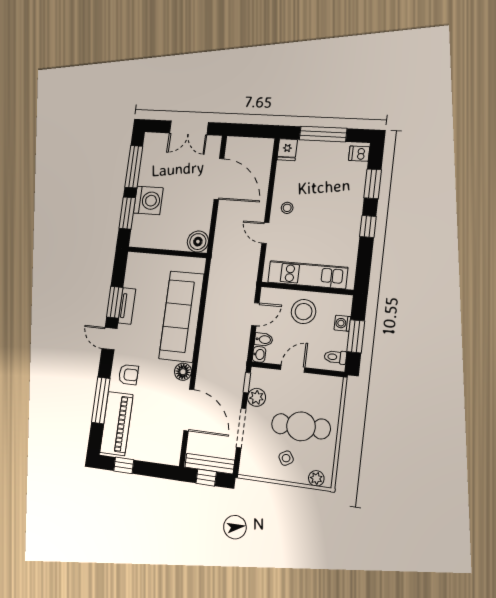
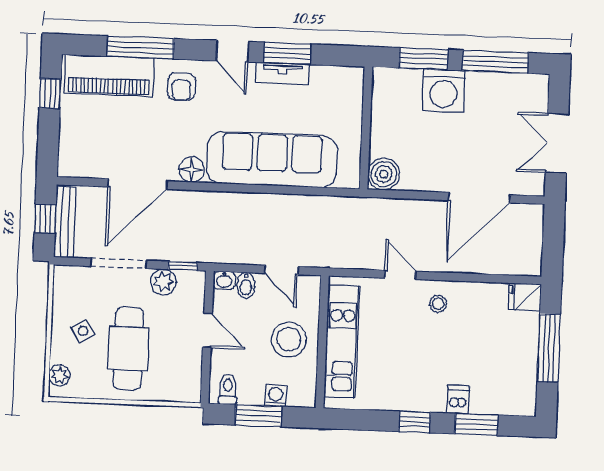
dishwasher: (359, 154) -> (458, 400), moved
door: (265, 233) -> (400, 275), hinge flipped
door: (109, 339) -> (232, 51), swing flipped

